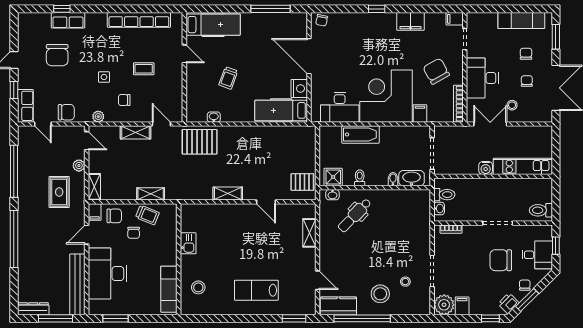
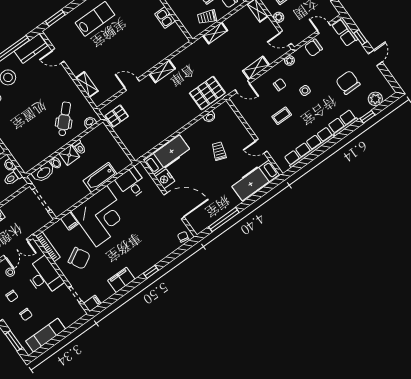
row of seats: (68, 20) -> (343, 123), moved
plant: (42, 21) -> (375, 99), added
desk: (340, 107) -> (131, 183), width x0.73
shower: (333, 177) -> (69, 155), moved

